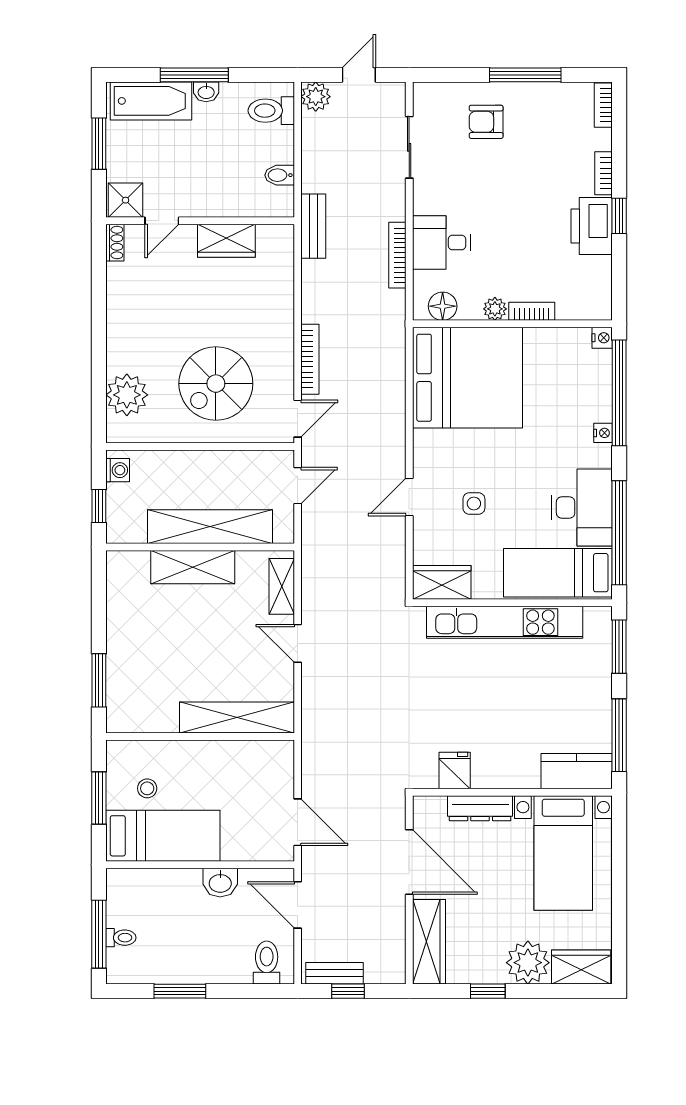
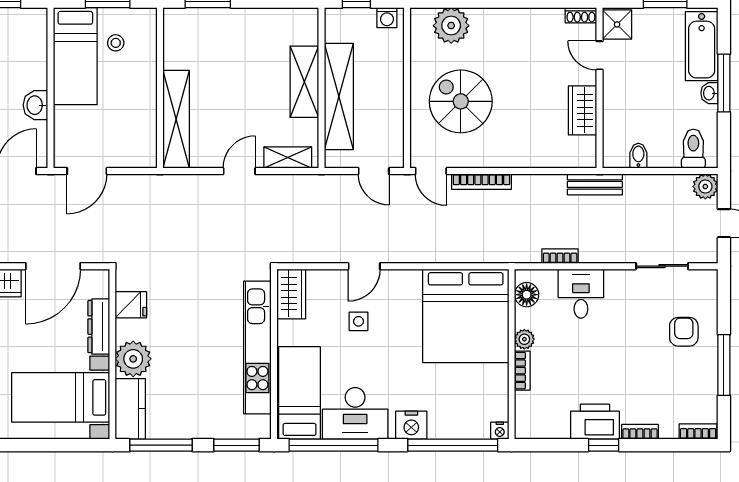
bookcase: (397, 255) -> (560, 256), width x0.64
nightstand: (603, 433) -> (411, 425), width x1.89, depth x1.79
door: (409, 497) -> (364, 266), swing flipped
plant: (518, 768) -> (133, 359), added

